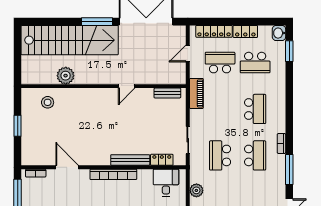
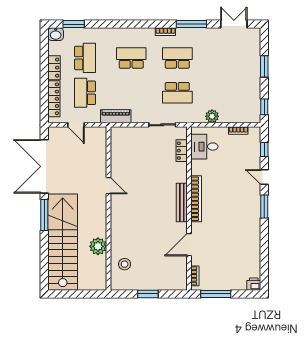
bench: (167, 93) -> (115, 145), removed
bench: (130, 160) -> (182, 202), moved

